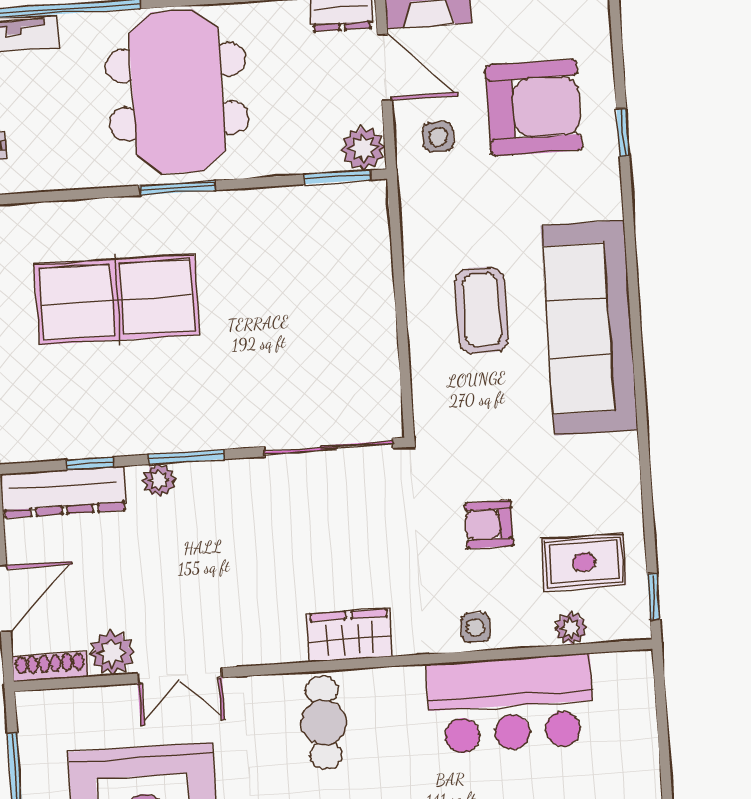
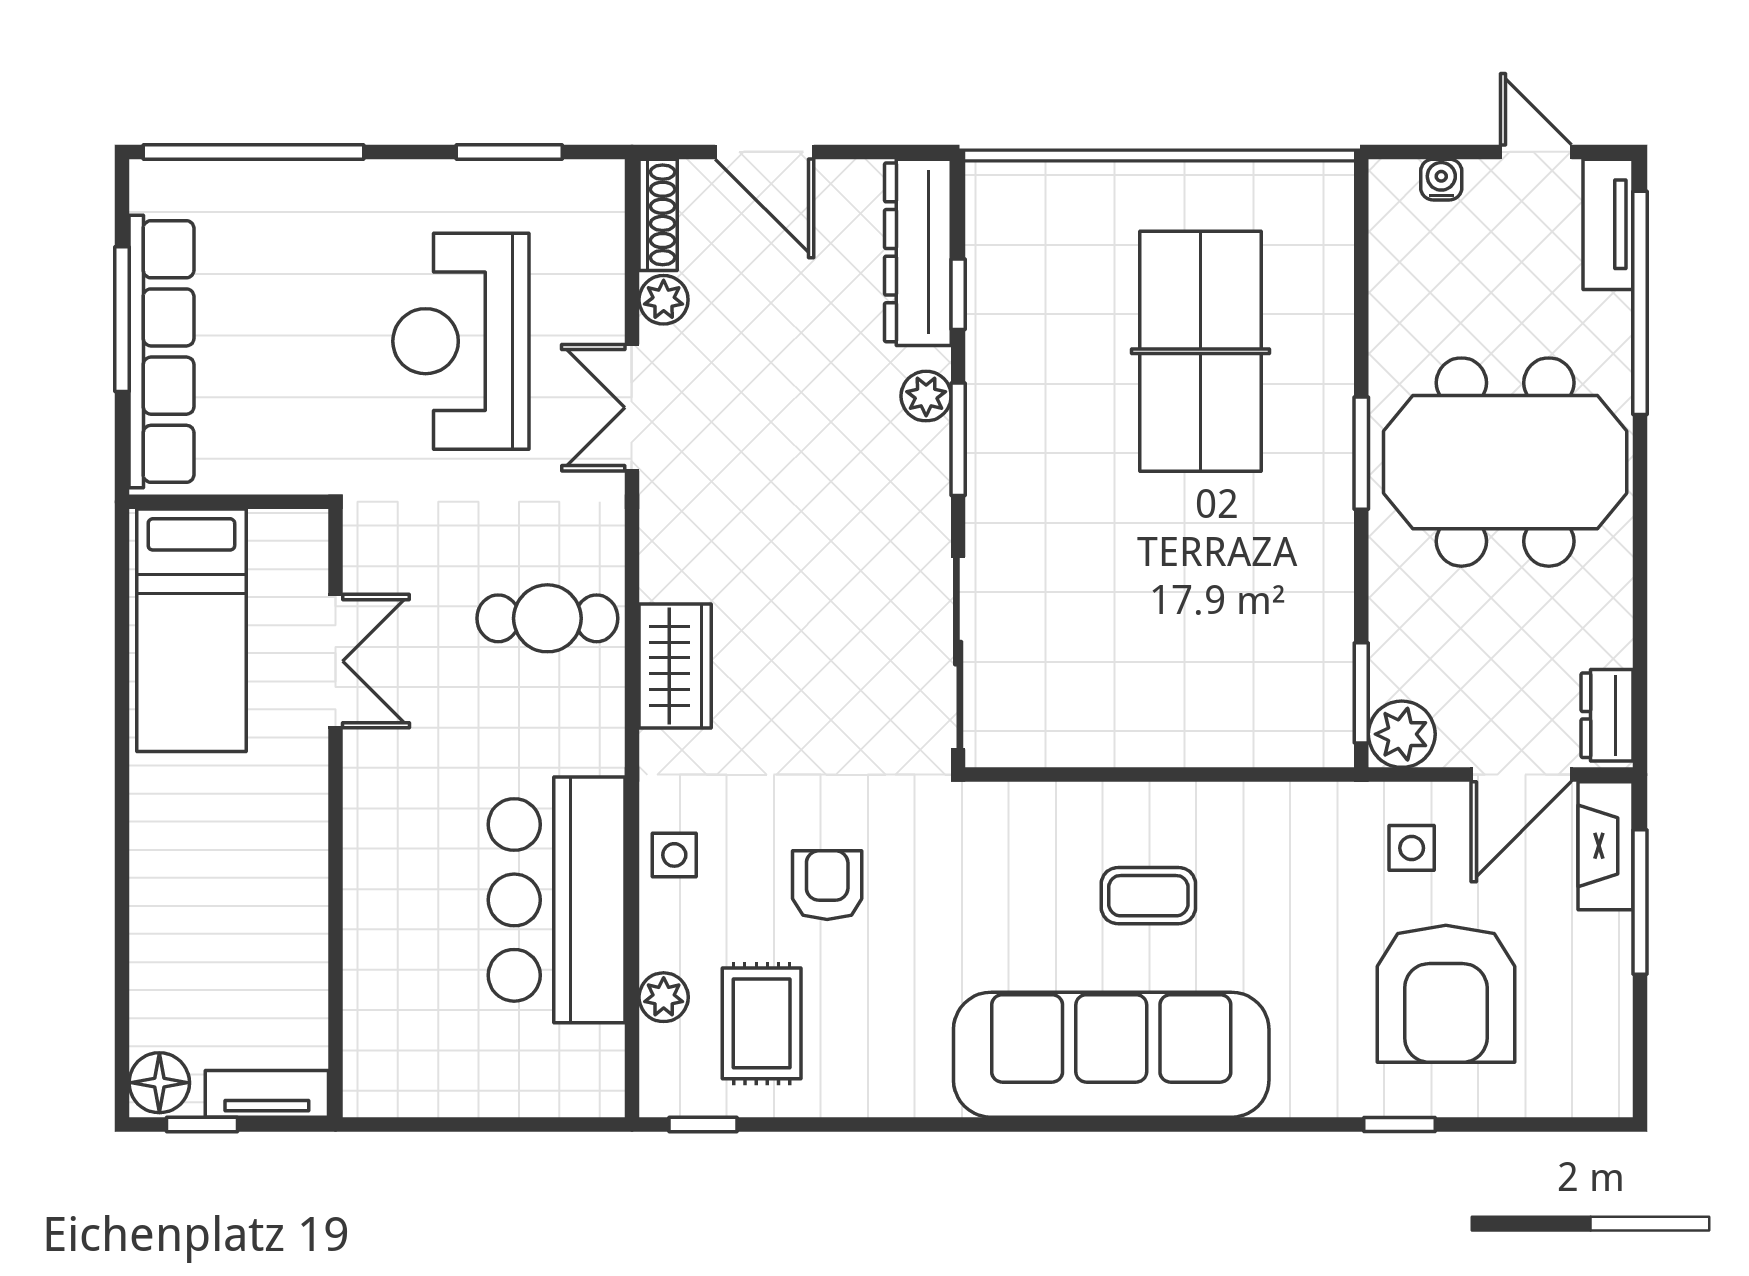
coffee table: (482, 310) -> (1148, 896), width x0.73, depth x0.77
plant: (112, 653) -> (664, 300), width x0.73, depth x0.73

